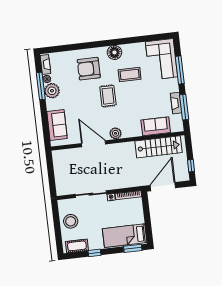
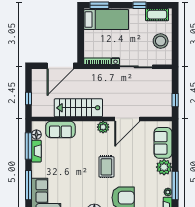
coffee table: (130, 74) -> (81, 187), removed
plant: (52, 91) -> (164, 167), moved
floor lamp: (178, 119) -> (36, 135), added
door: (93, 144) -> (127, 119), hinge flipped
stairs: (159, 147) -> (78, 108), moved
window: (191, 166) -> (28, 99), moved
window: (50, 167) -> (175, 100), added

